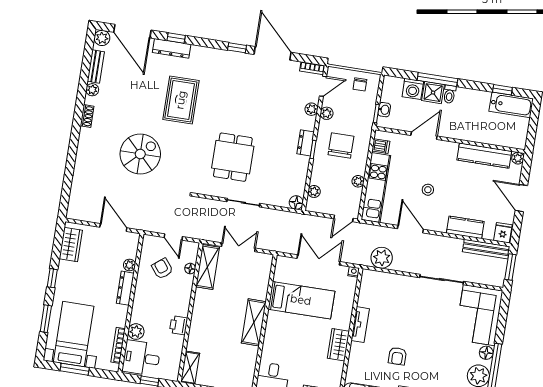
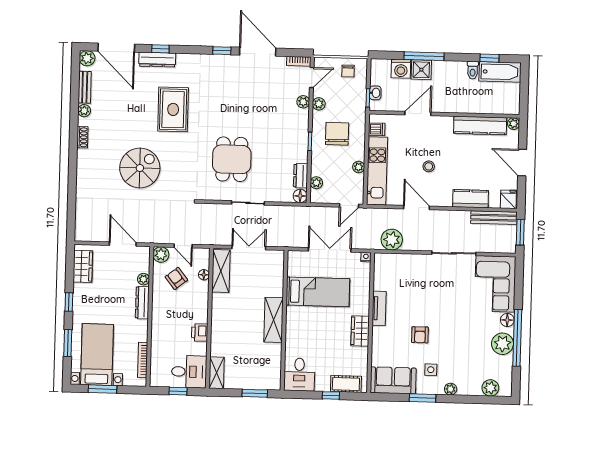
toilet: (450, 94) -> (473, 70), moved
dresser: (306, 143) -> (301, 176), moved
plant: (136, 332) -> (161, 255), moved
desk: (141, 358) -> (189, 372), moved, turned 180

